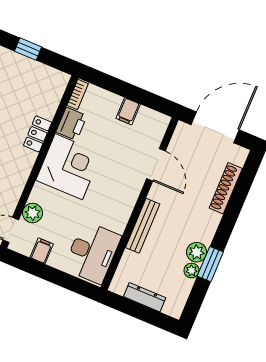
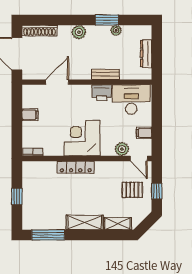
printer: (71, 124) -> (102, 93), moved, turned 180
locker: (38, 134) -> (76, 167), width x1.53
shoe rack: (226, 188) -> (39, 31), moved
bench: (143, 226) -> (105, 74), width x0.73
plant: (197, 252) -> (79, 32), moved

